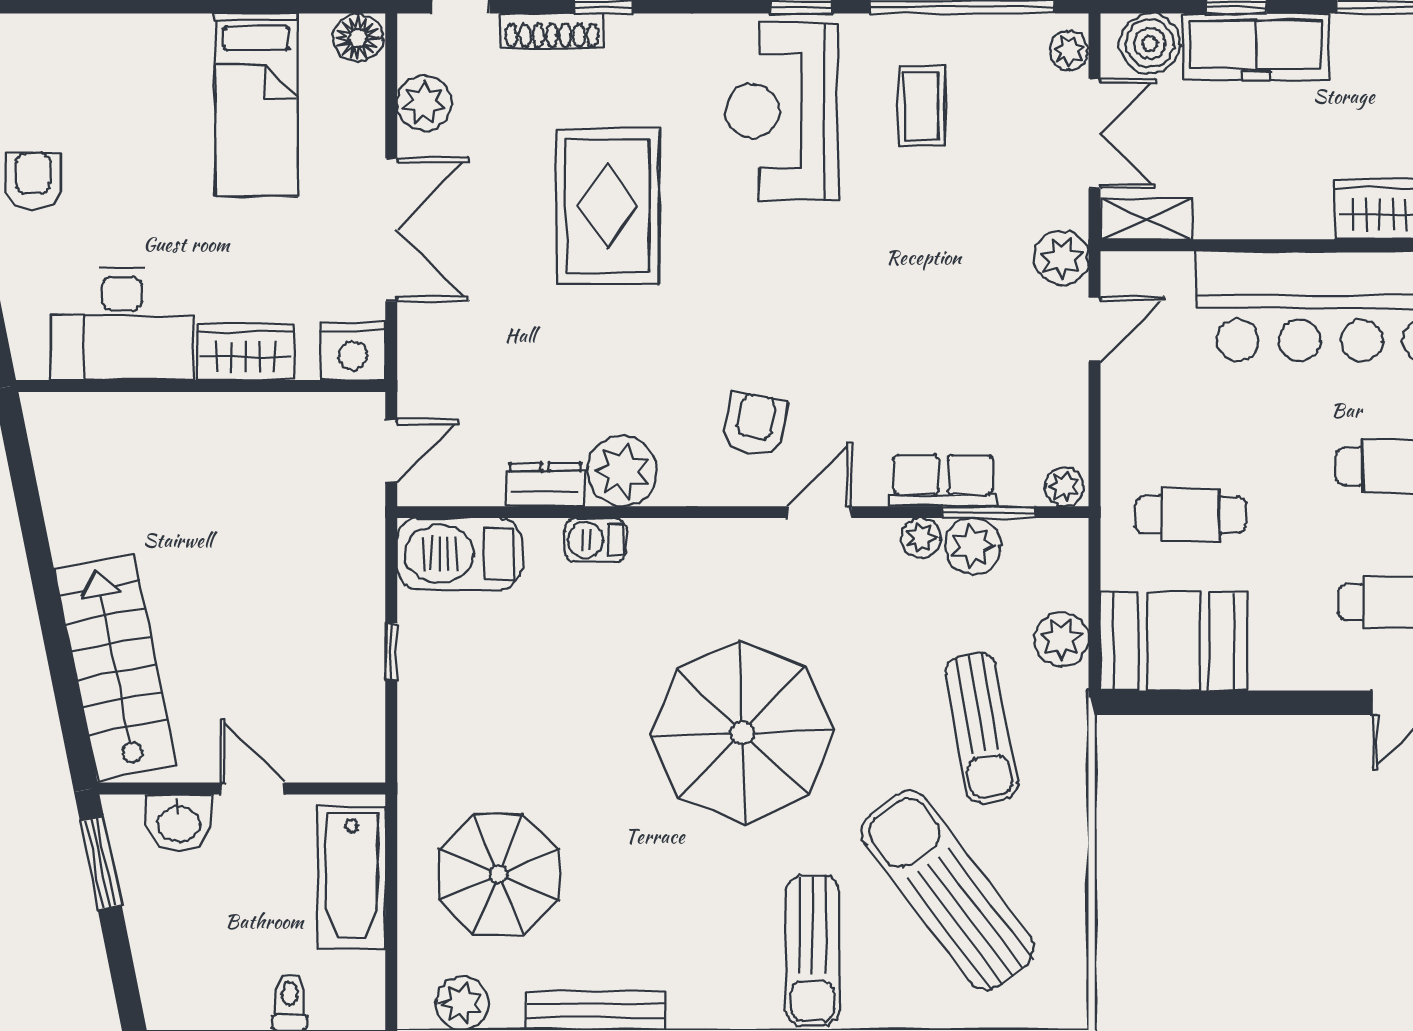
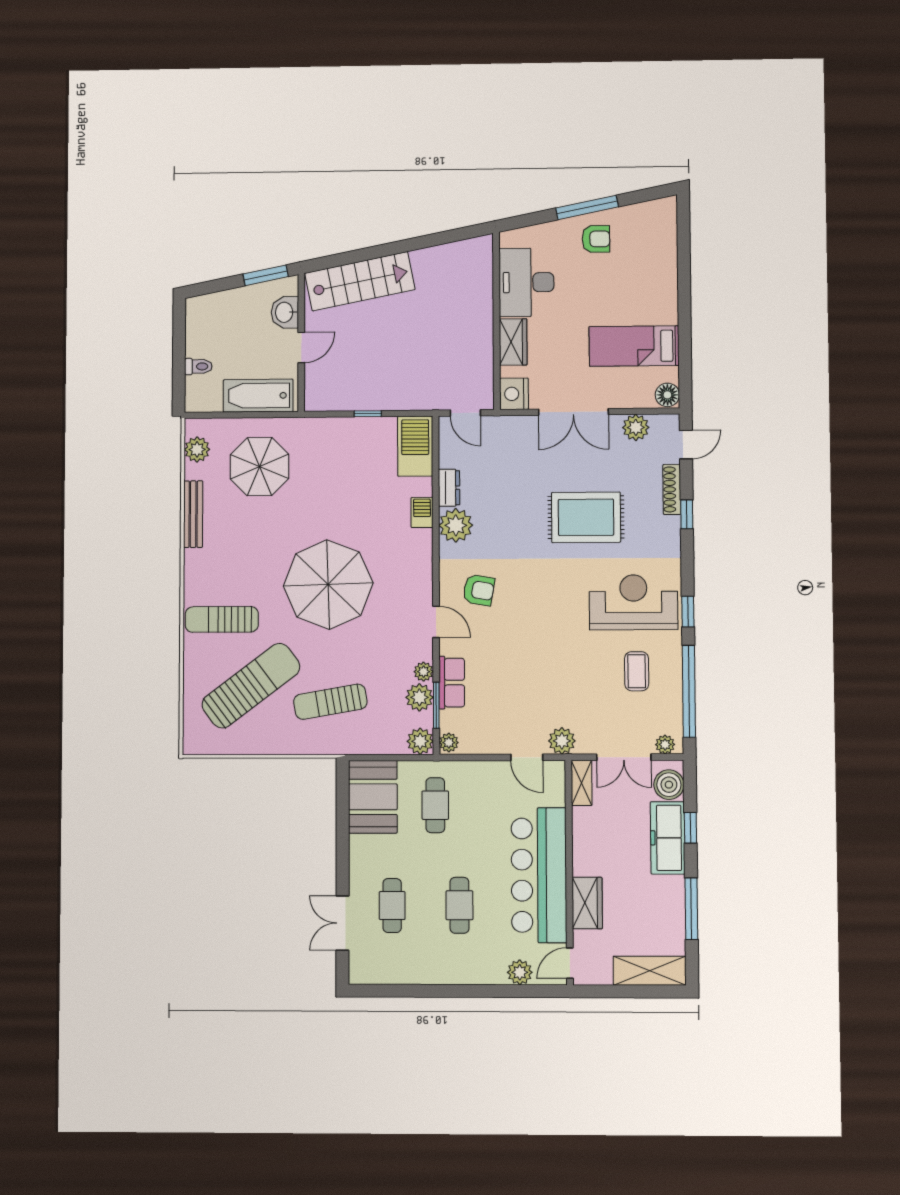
coffee table: (921, 106) -> (637, 671), turned 90
plant: (1062, 639) -> (420, 741), moved

